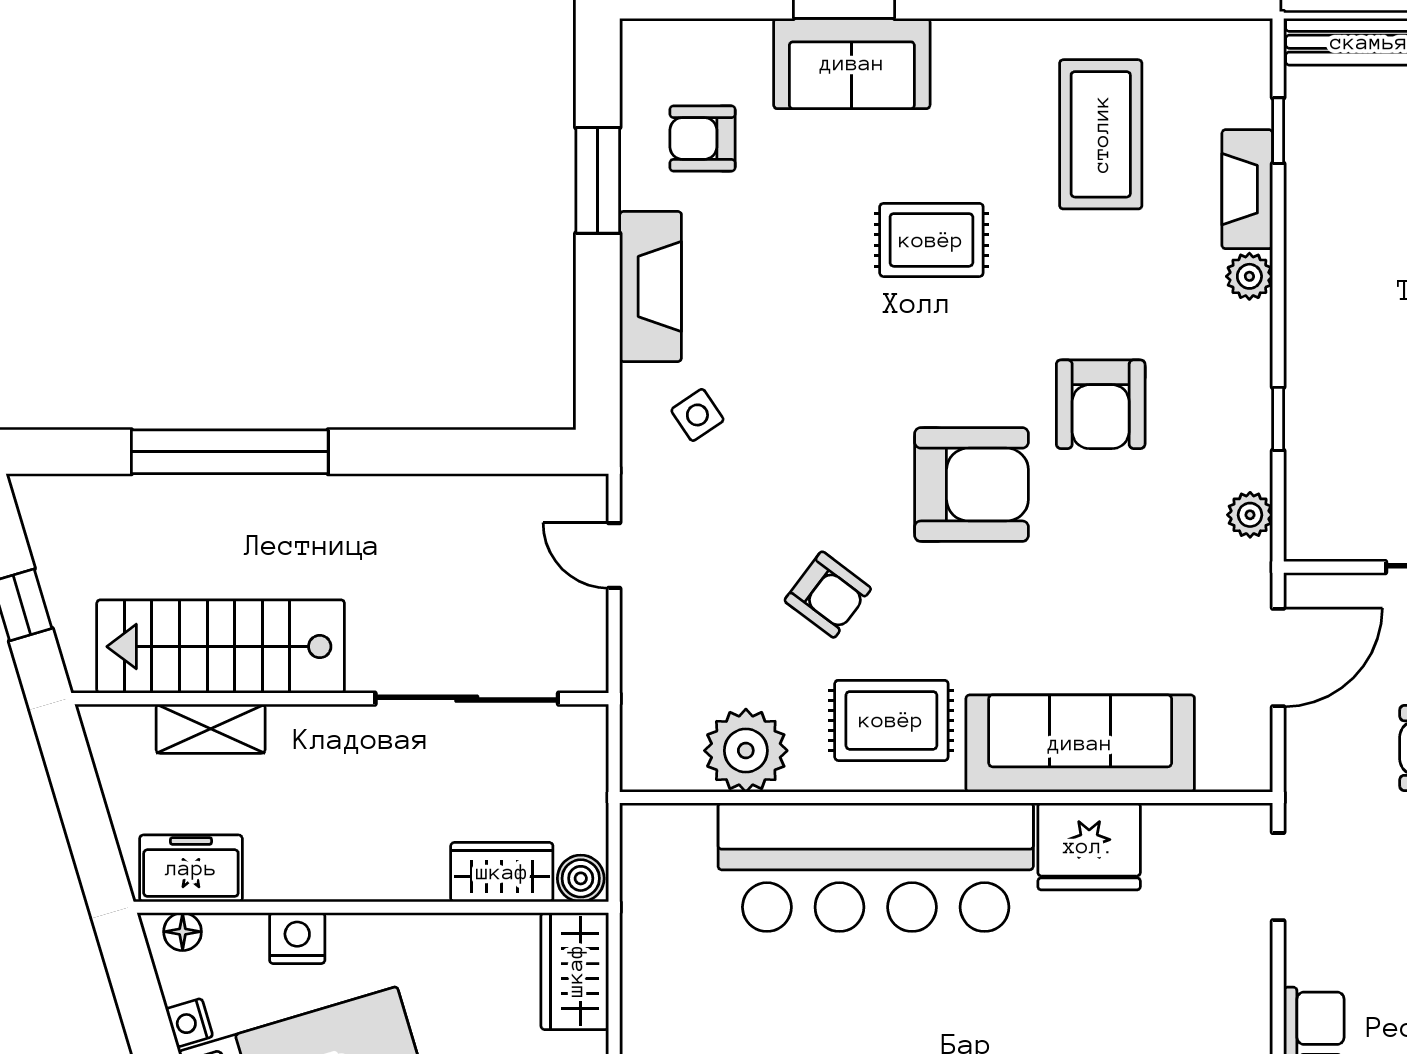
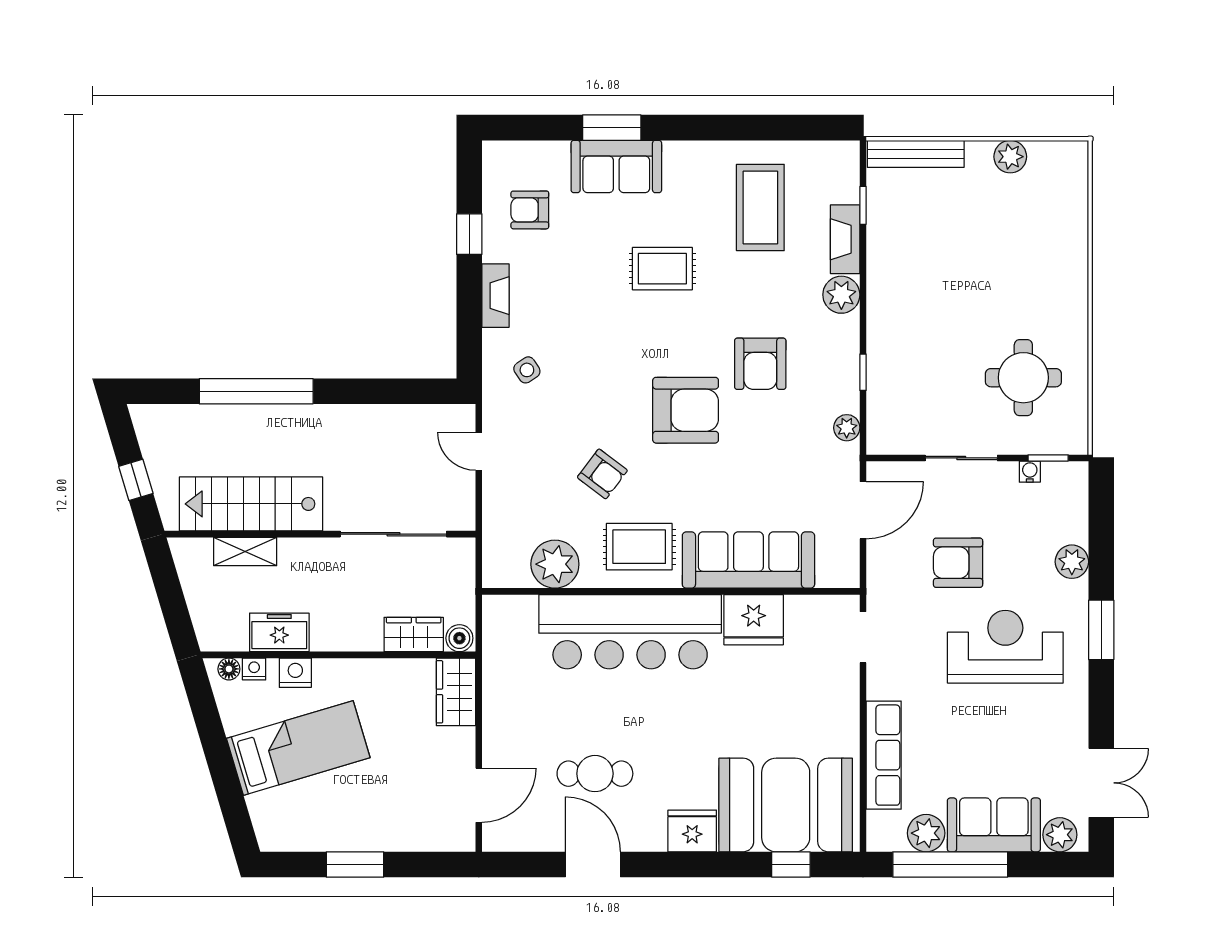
window: (598, 180) -> (469, 234), width x0.67
plant: (1249, 276) -> (841, 295), width x1.38, depth x1.38
fireplace: (651, 286) -> (495, 296), width x0.73, depth x0.76
freezer: (191, 868) -> (279, 632), moved
nightstand: (189, 1023) -> (254, 669), moved, turned 107

